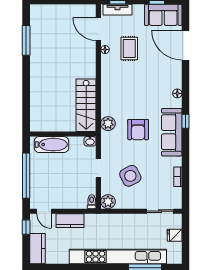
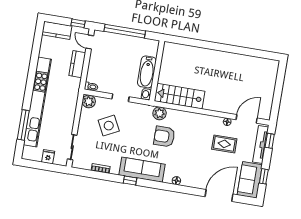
tv unit: (117, 10) -> (261, 144), width x1.41
window: (26, 40) -> (247, 52), removed
window: (185, 121) -> (130, 181), moved
armchair: (138, 130) -> (164, 136), moved
bathtub: (51, 145) -> (147, 72), moved
door: (44, 211) -> (90, 42), hinge flipped

